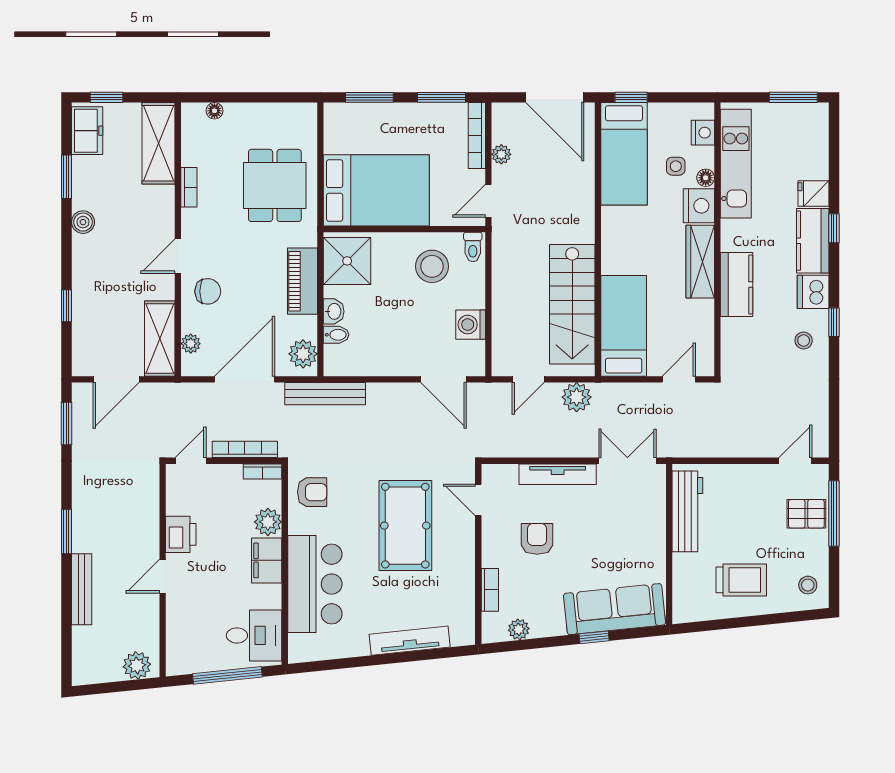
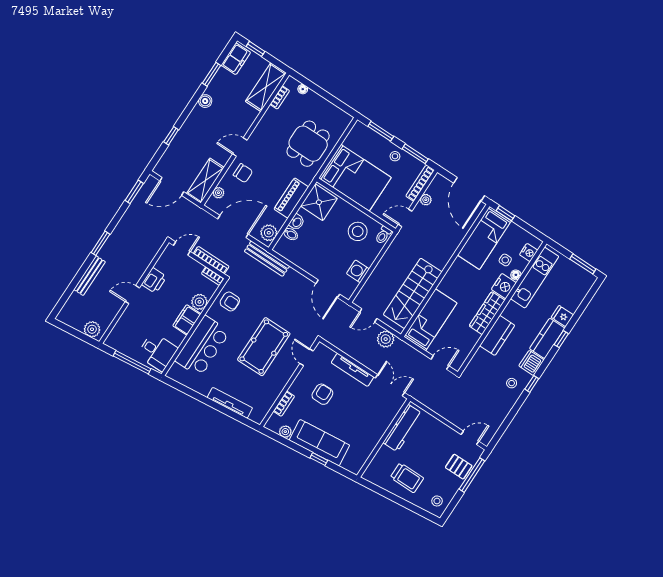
stool: (414, 120) -> (395, 156), added
bookcase: (189, 187) -> (280, 98), moved
sofa: (615, 609) -> (319, 443), moved

